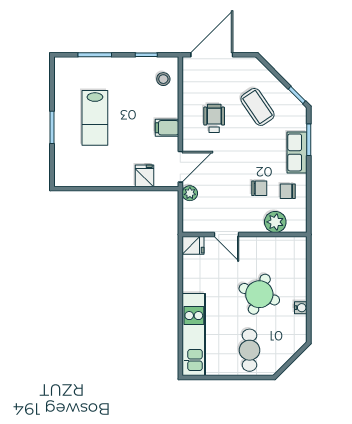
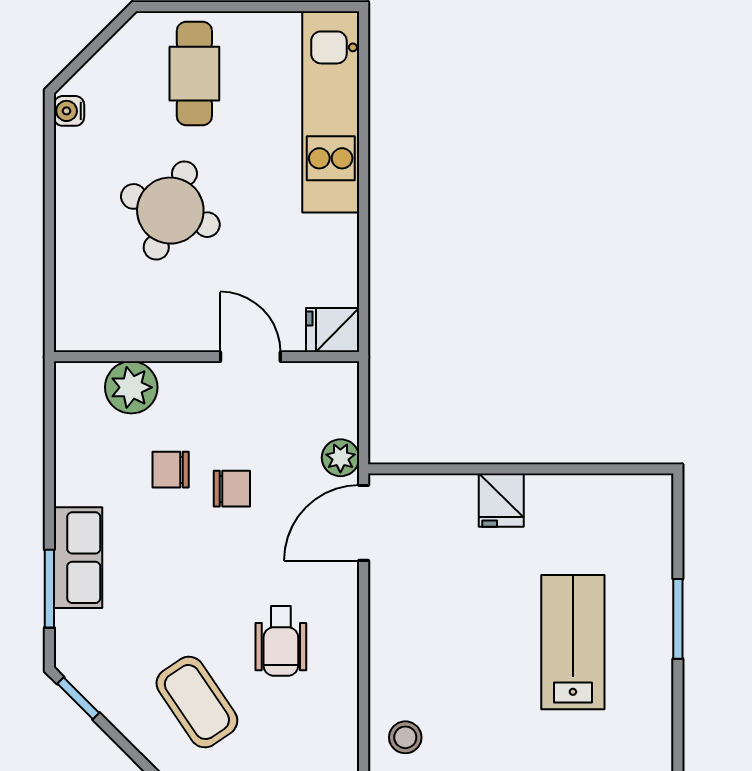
coffee table: (258, 107) -> (197, 702), moved
filing cabinet: (167, 128) -> (396, 618), removed
fridge: (144, 176) -> (501, 500), moved
chair: (288, 191) -> (232, 489), moved
water cooler: (301, 308) -> (69, 111), moved

